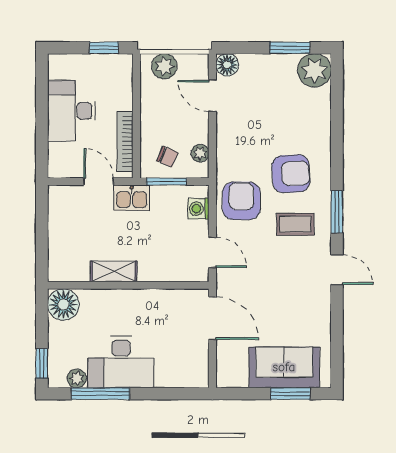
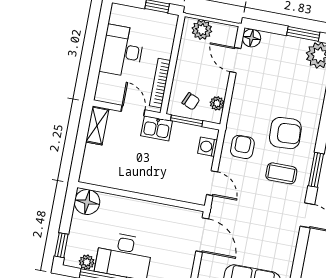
armchair: (241, 201) -> (242, 147), width x0.72, depth x0.72
shelving: (114, 271) -> (97, 125), moved, turned 90

